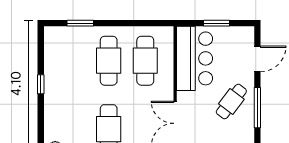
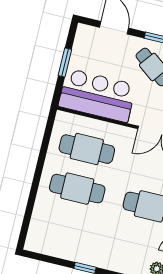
window: (80, 23) -> (29, 209), removed

